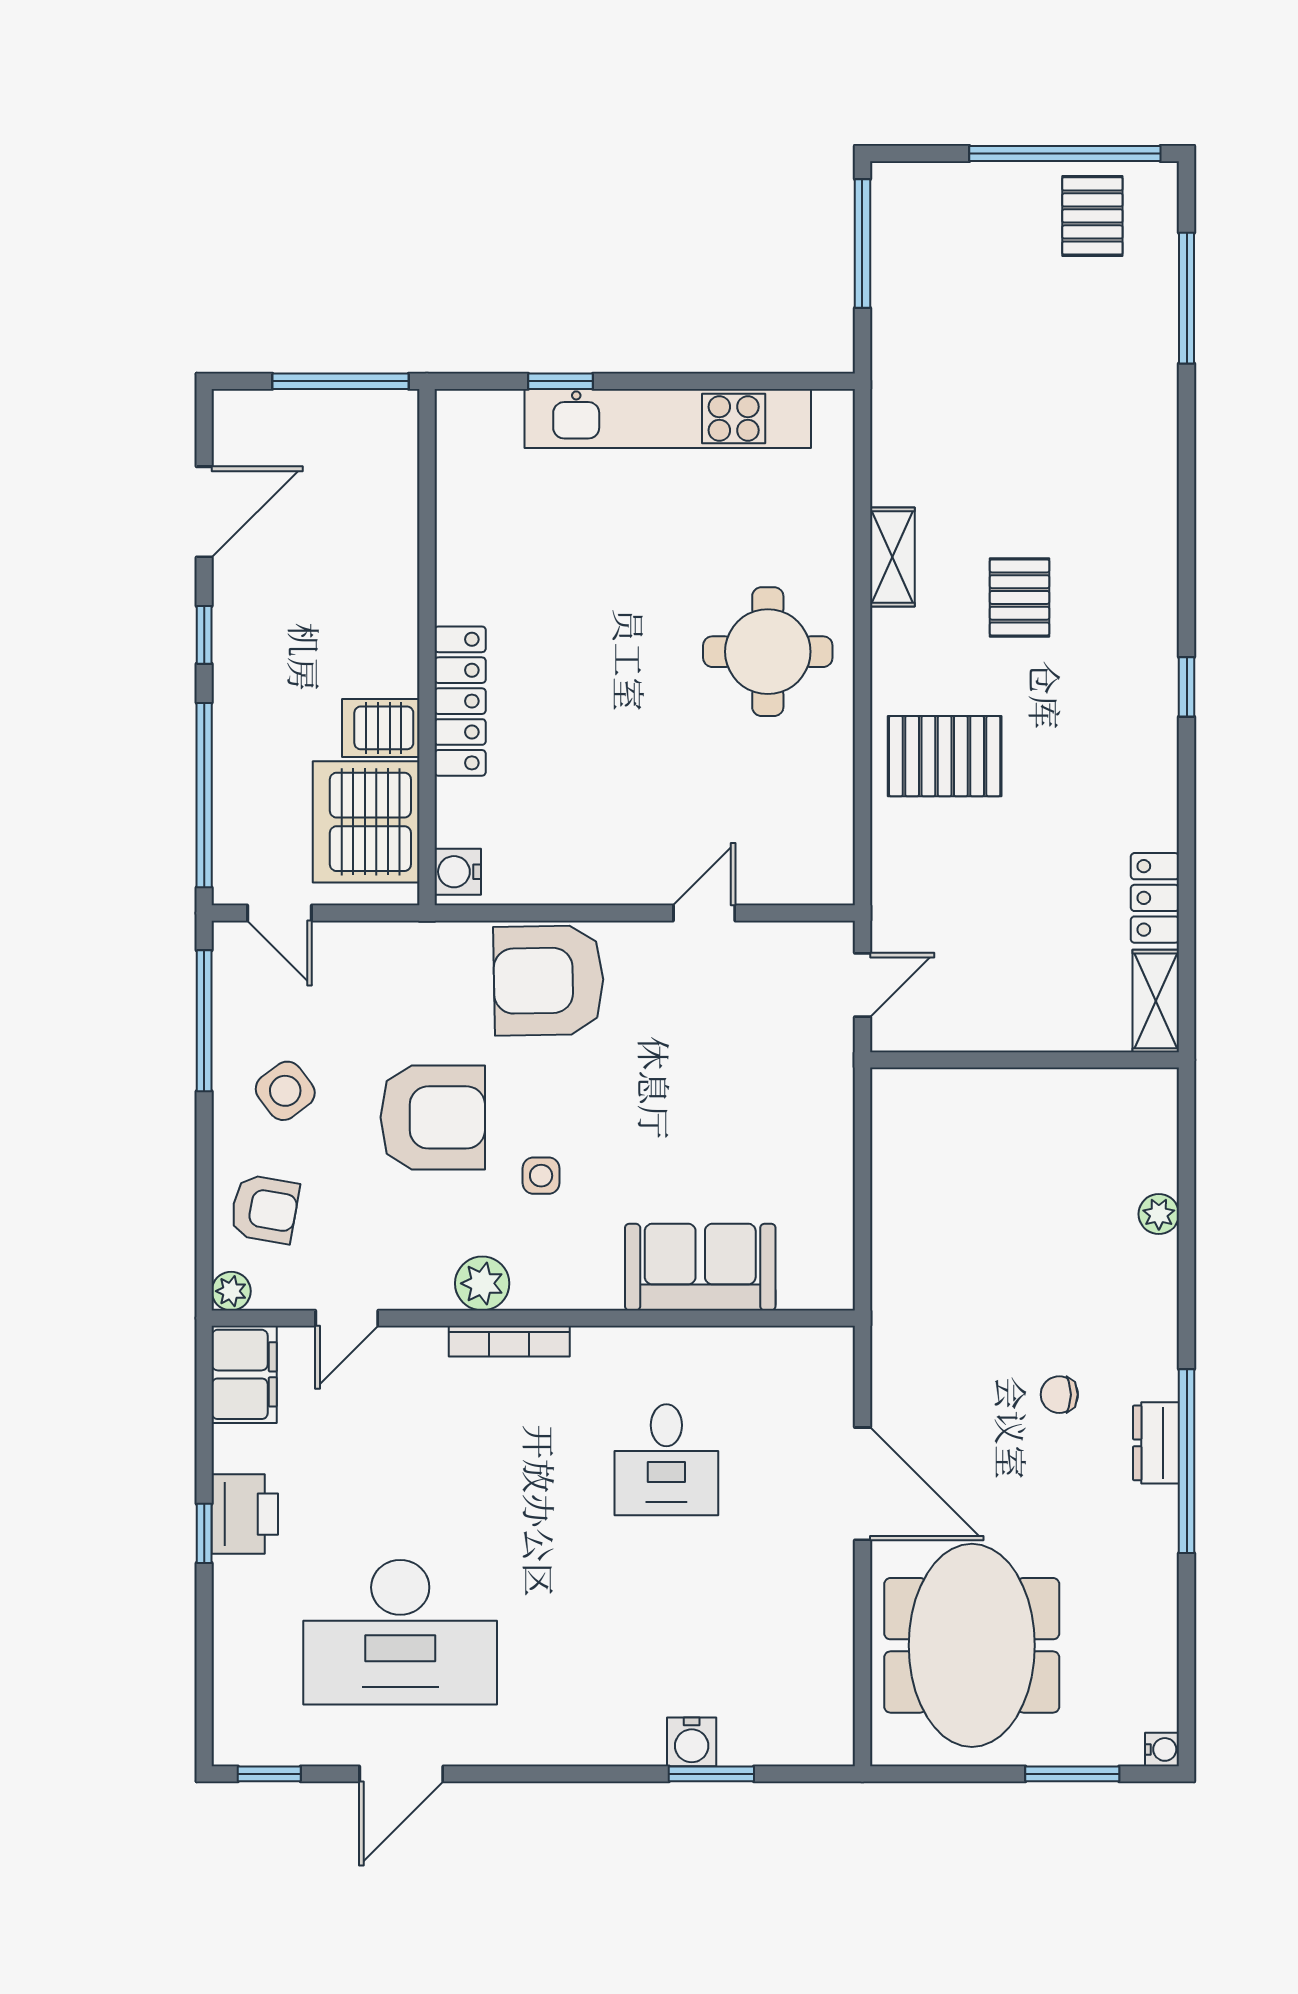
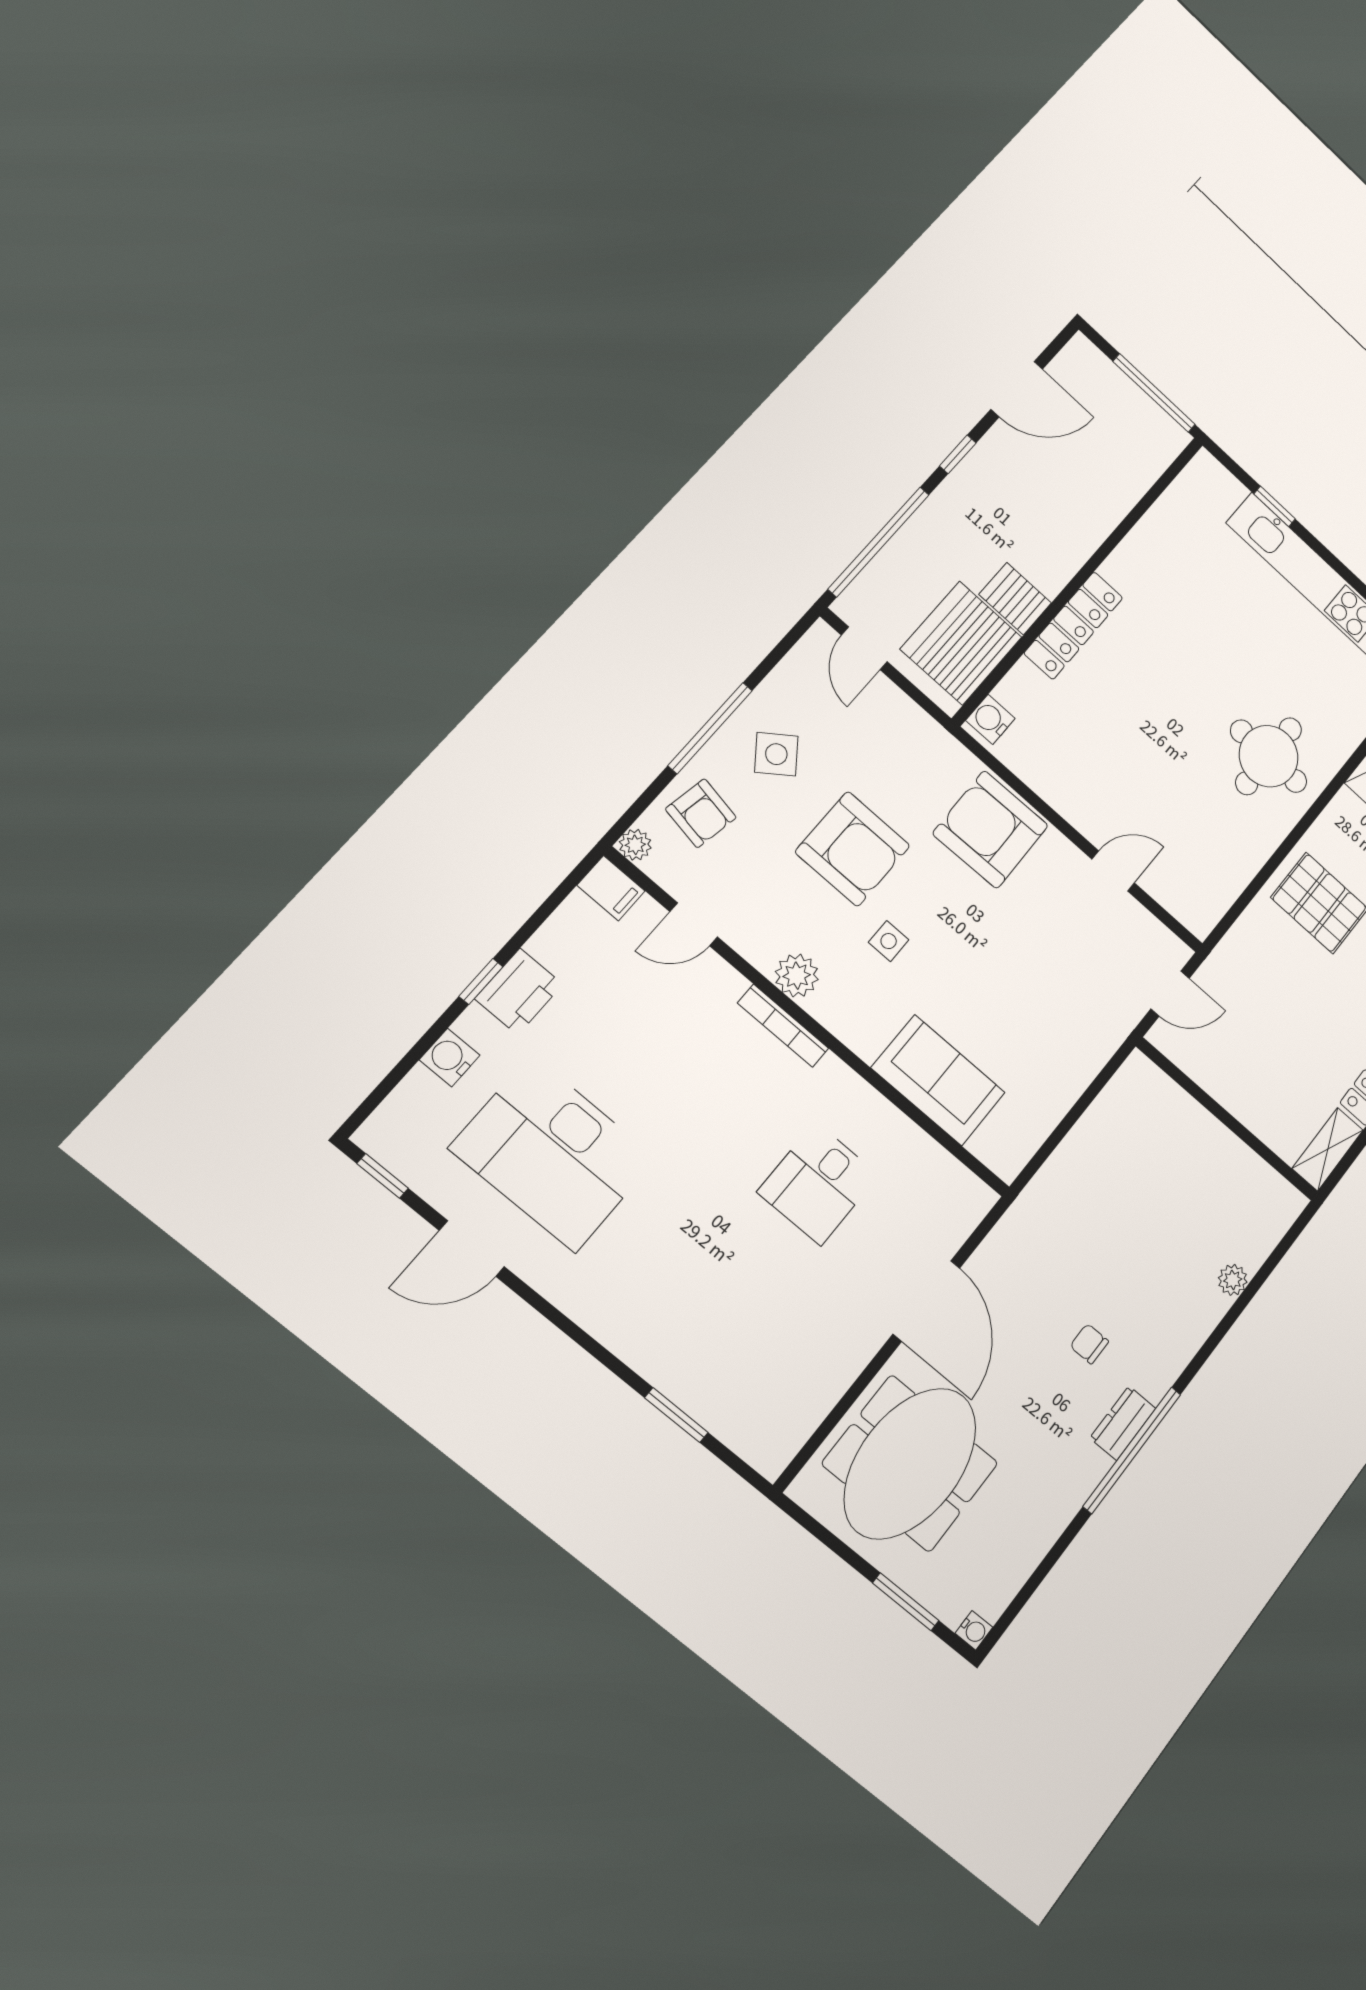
window: (204, 1021) -> (710, 728), moved
filing cabinet: (244, 1374) -> (611, 888), width x0.50
water cooler: (692, 1742) -> (450, 1058), moved, turned 90

